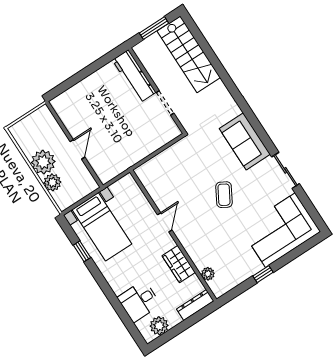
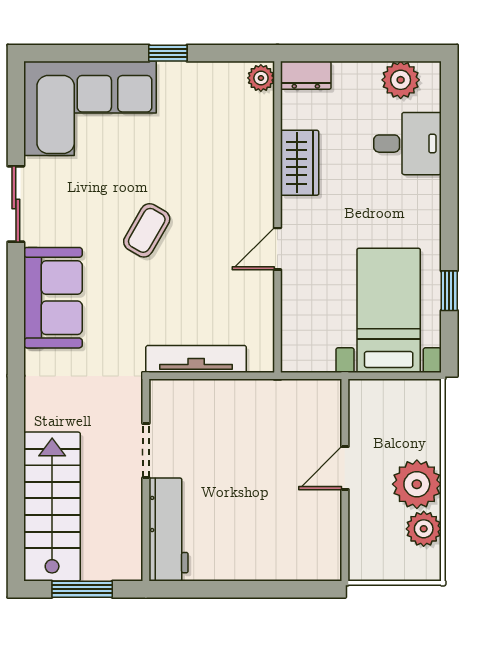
tv unit: (169, 155) -> (196, 359), added
plant: (52, 182) -> (424, 529), moved
plant: (208, 274) -> (261, 78), moved
dresser: (195, 305) -> (306, 75), width x0.70

